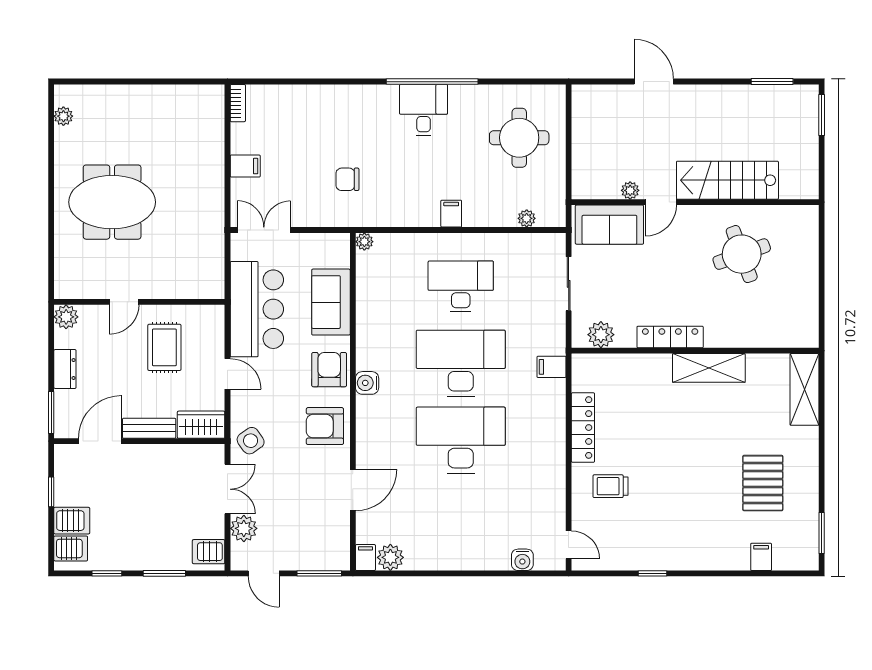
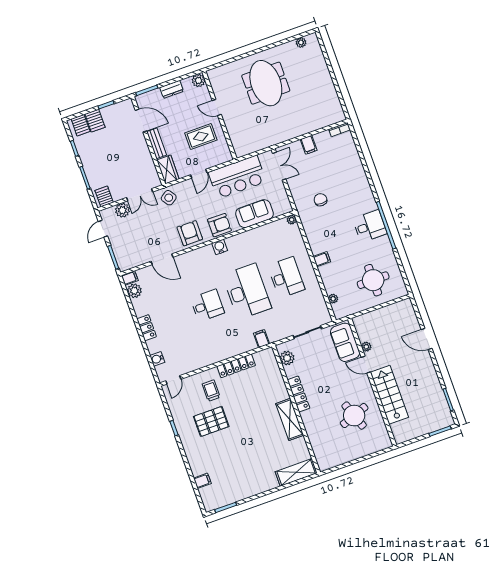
door: (654, 82) -> (427, 339), swing flipped
desk: (461, 440) -> (207, 305), width x0.53, depth x0.77
pallet: (763, 483) -> (211, 421), moved
locker: (462, 559) -> (147, 328), added

